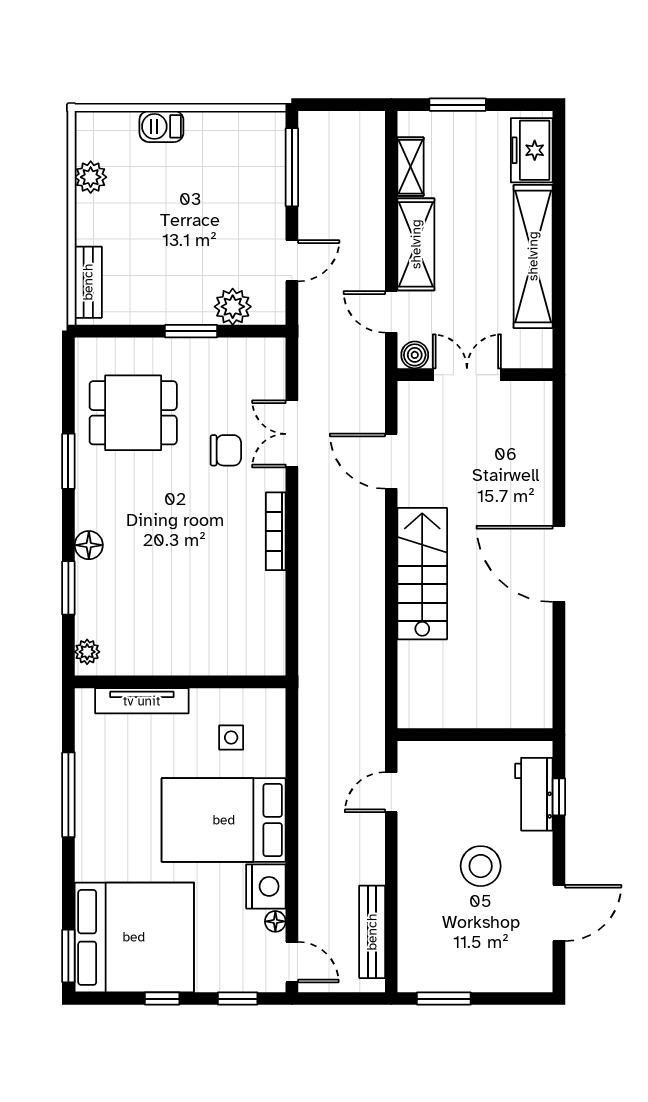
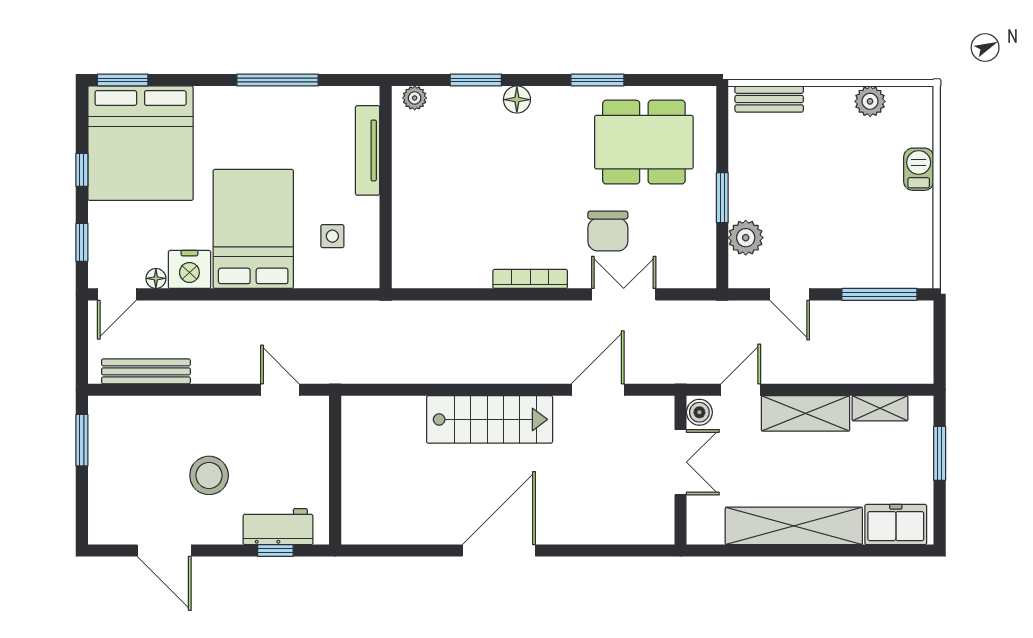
dining table: (133, 413) -> (644, 142), width x1.38
chair: (226, 450) -> (608, 231), width x1.37, depth x1.37

